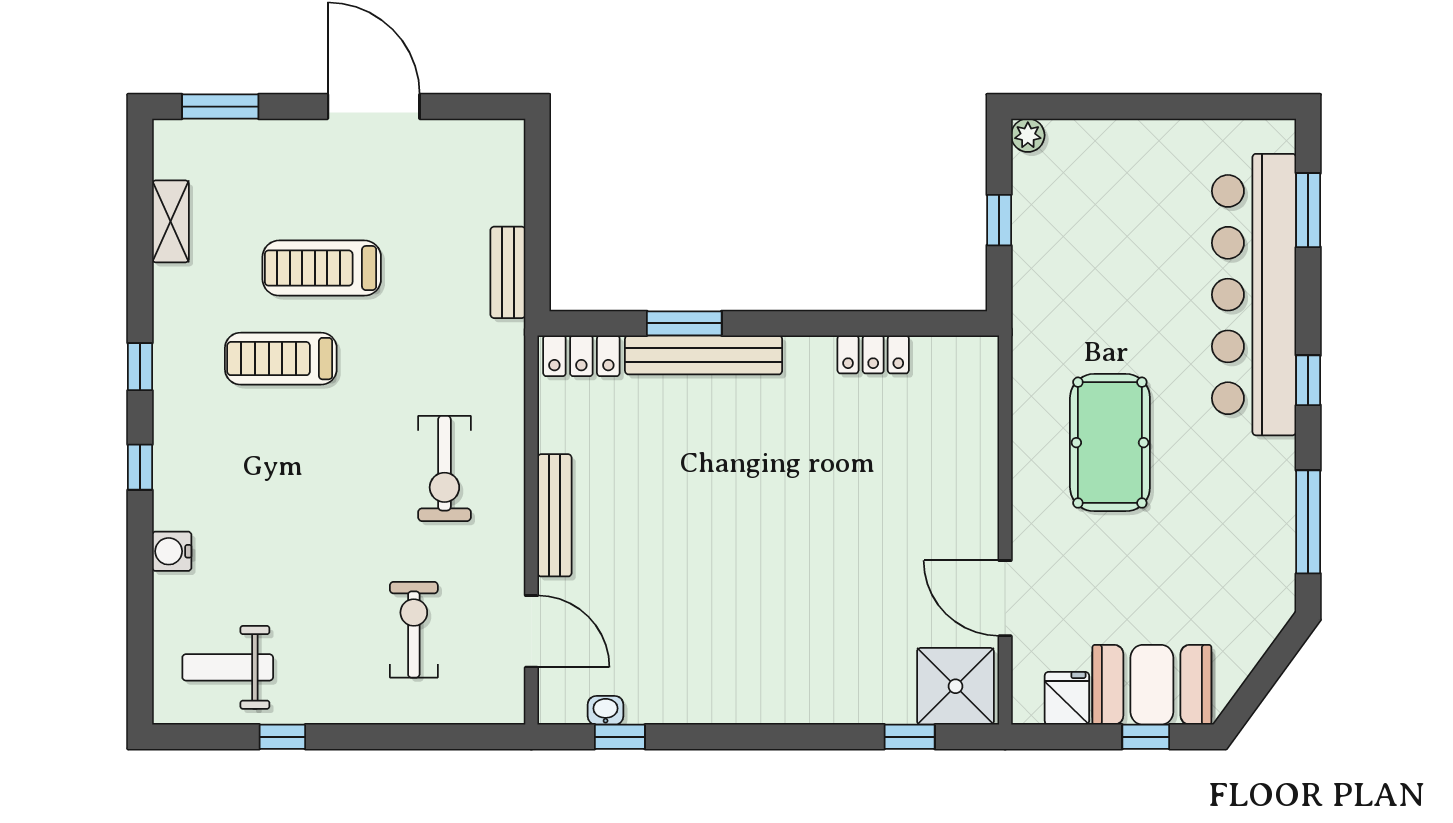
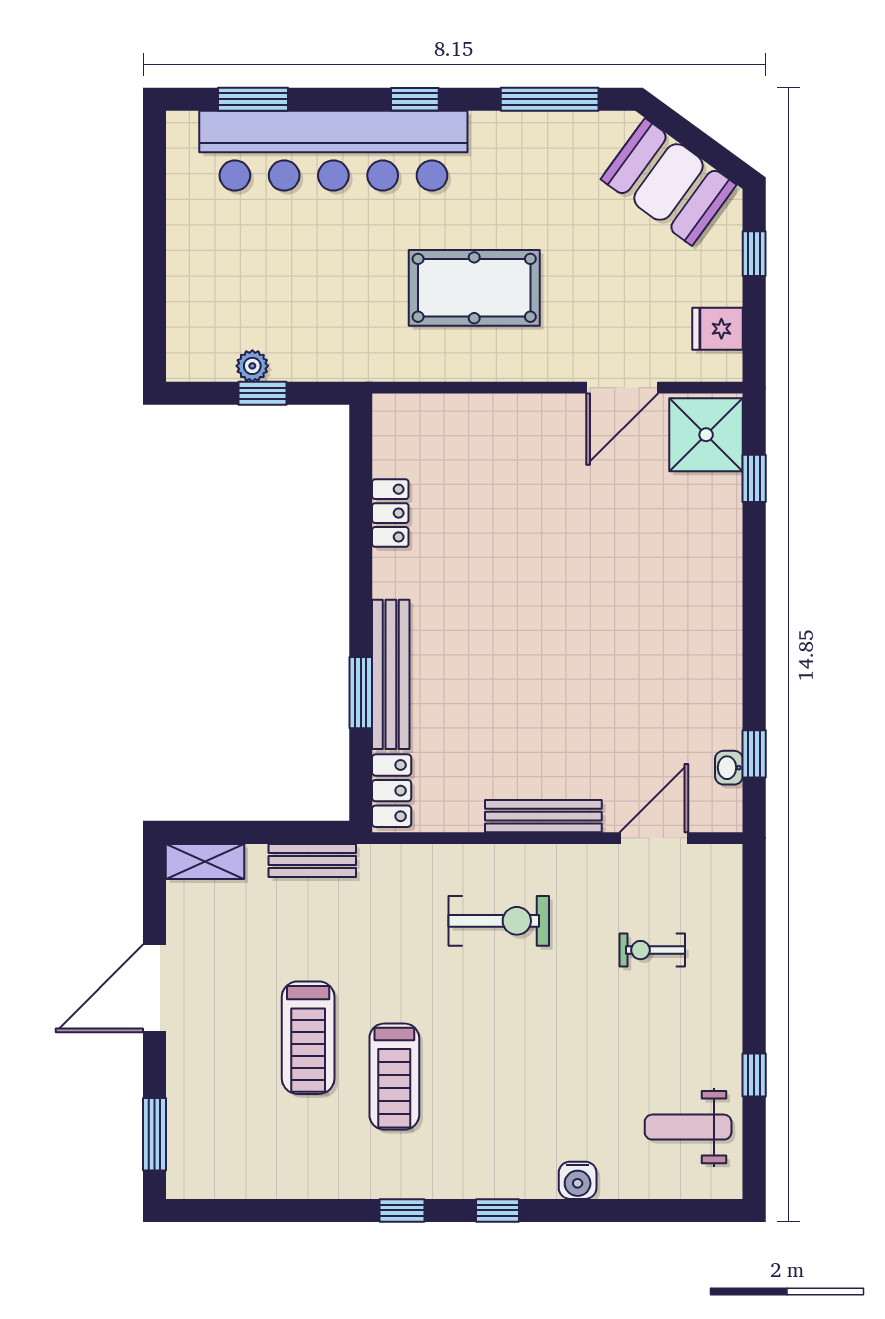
plant: (1028, 135) -> (252, 366), moved
shelving: (171, 221) -> (205, 861), moved
exercise bike: (414, 630) -> (652, 950), width x0.73, depth x0.72
weight bench: (228, 667) -> (688, 1127), turned 90
booth: (1152, 685) -> (668, 182), moved, turned -54

